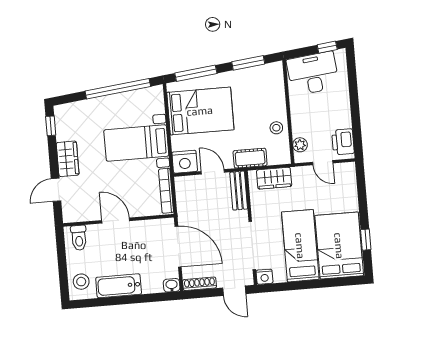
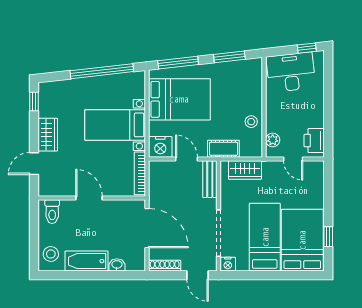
washbasin: (172, 285) -> (117, 265), moved

